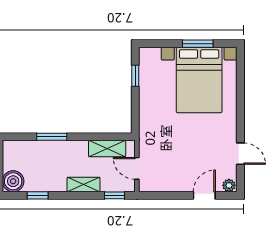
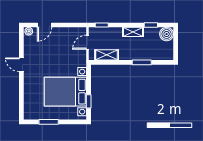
bed with nightstands: (199, 80) -> (65, 92), moved, turned -90
door: (240, 154) -> (21, 65), moved
door: (137, 168) -> (87, 42), swing flipped
shelving: (84, 185) -> (133, 32), moved

